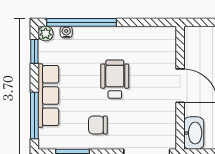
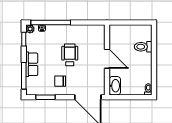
row of seats: (48, 96) -> (32, 64), width x0.68

